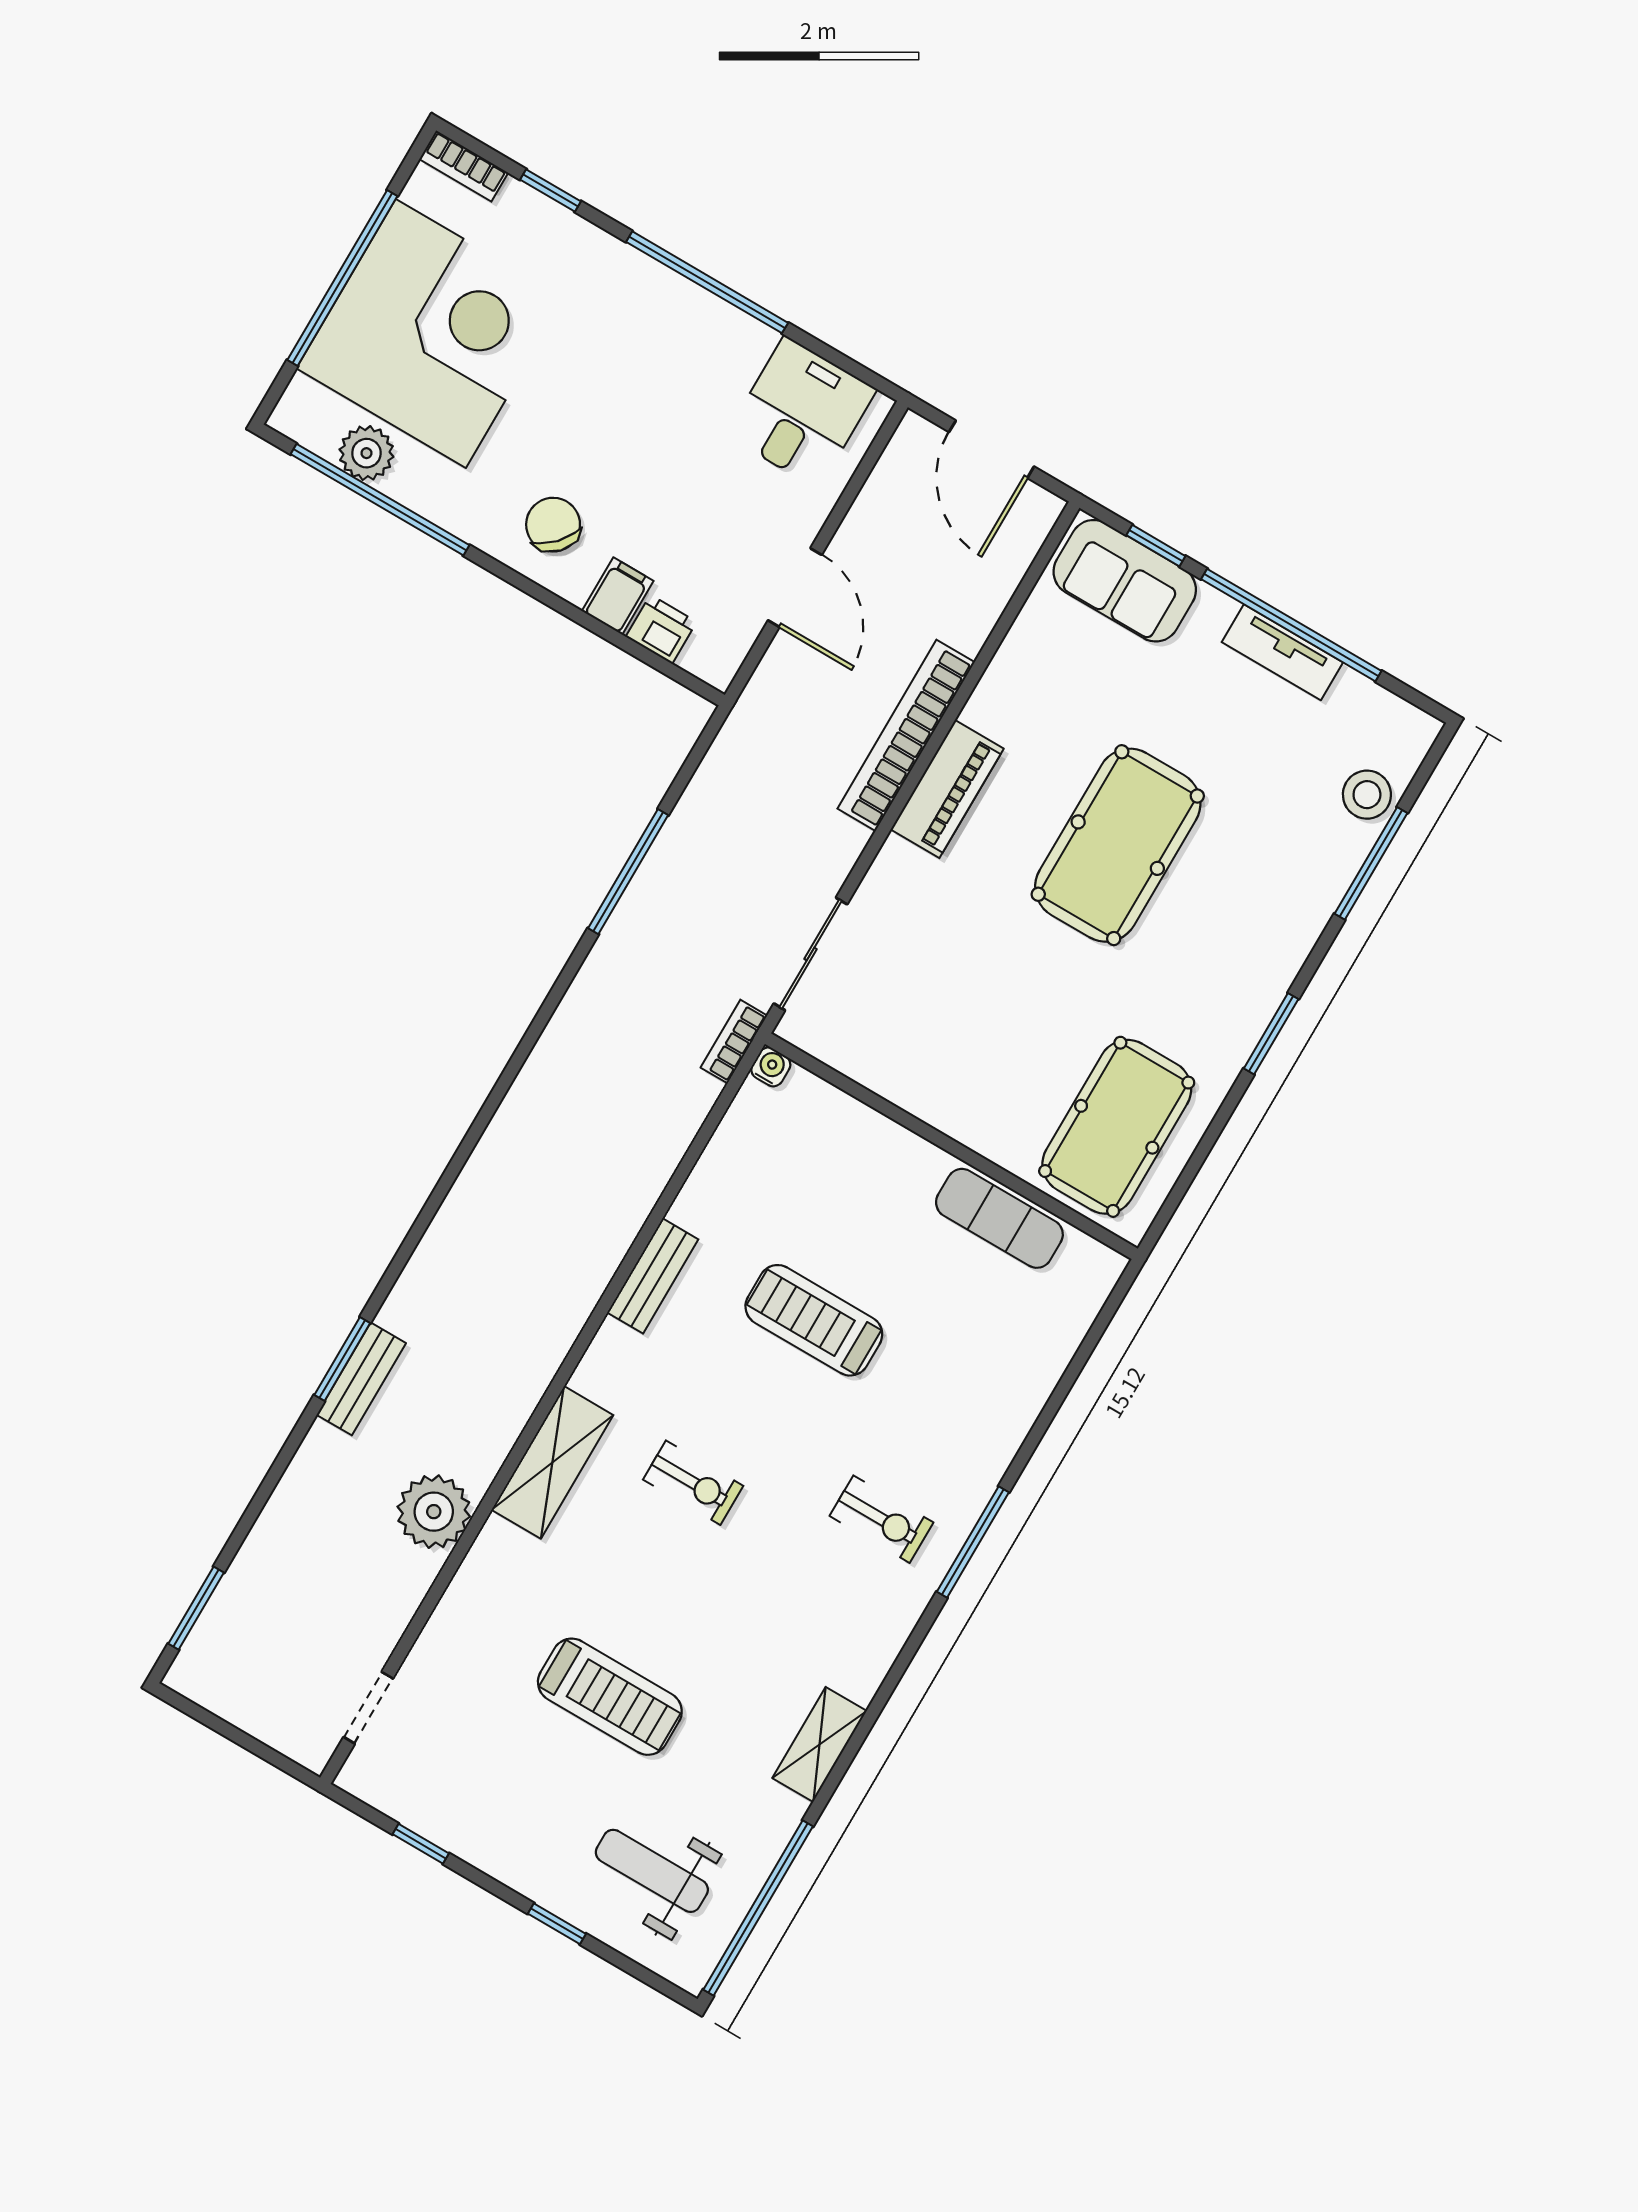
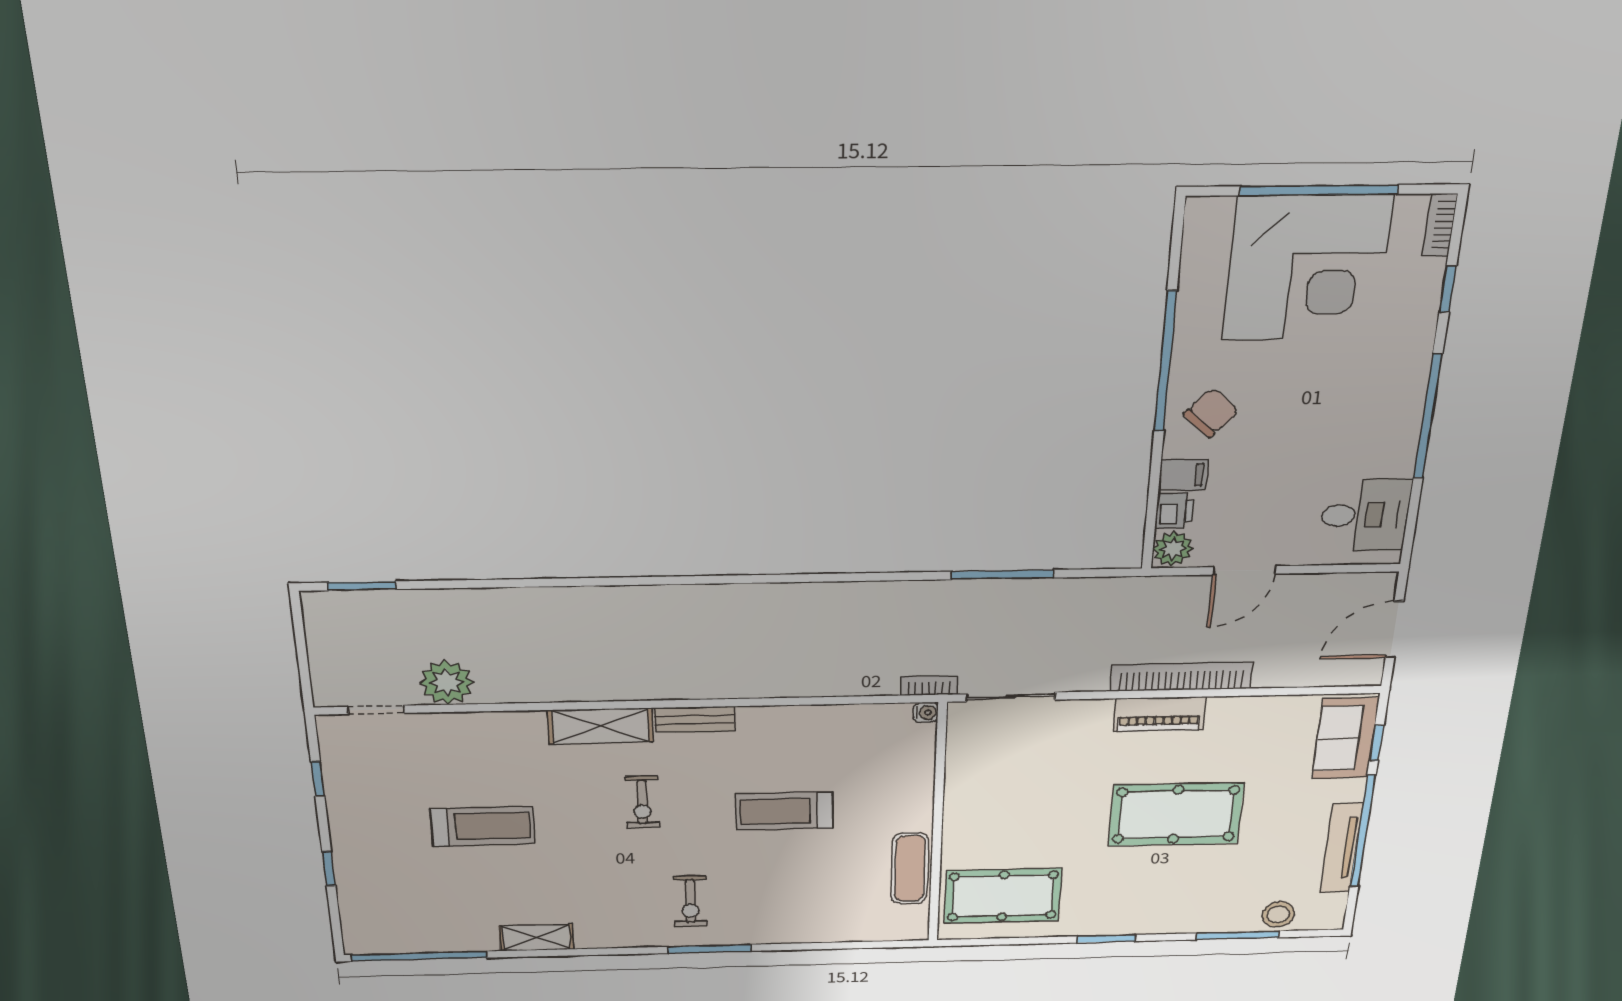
plant: (366, 453) -> (1173, 549), moved
window: (380, 500) -> (1165, 362), moved
tv unit: (1282, 652) -> (1341, 848), width x1.41
bench: (653, 1276) -> (695, 719), moved
treadmill: (814, 1320) -> (784, 811), turned -90
window: (342, 1359) -> (580, 582), removed
bench: (361, 1379) -> (576, 599), removed
plant: (434, 1512) -> (447, 682), moved
treadmill: (610, 1697) -> (483, 826), turned -90
weight bench: (652, 1871) -> (398, 897), removed

